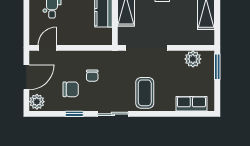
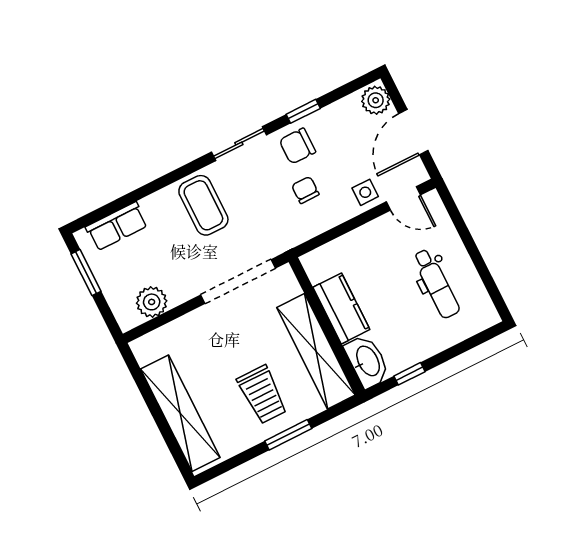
door: (47, 48) -> (403, 198), hinge flipped
side table: (64, 60) -> (365, 192), added
window: (217, 67) -> (86, 273), moved
chair: (71, 89) -> (297, 146), moved

